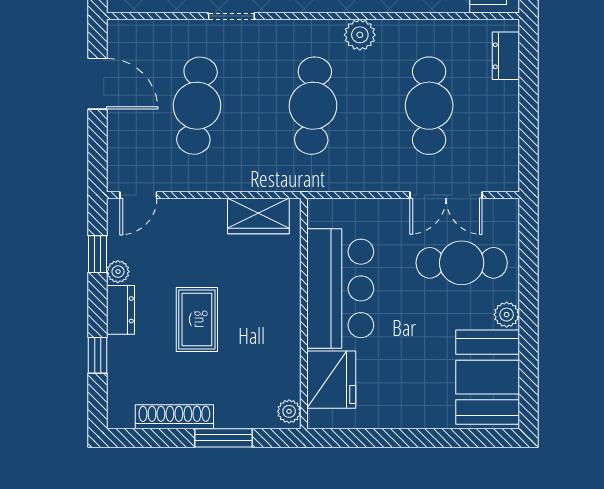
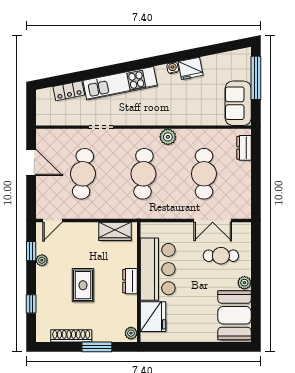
cafe table: (462, 263) -> (221, 256), width x0.73, depth x0.74
dresser: (120, 310) -> (130, 281), moved, turned 180

